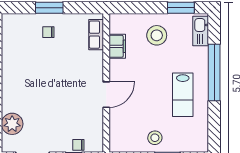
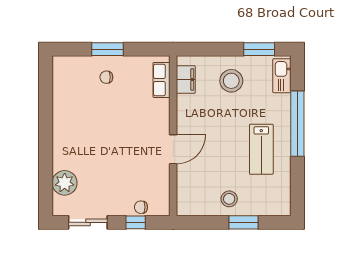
filing cabinet: (117, 46) -> (186, 79), moved

